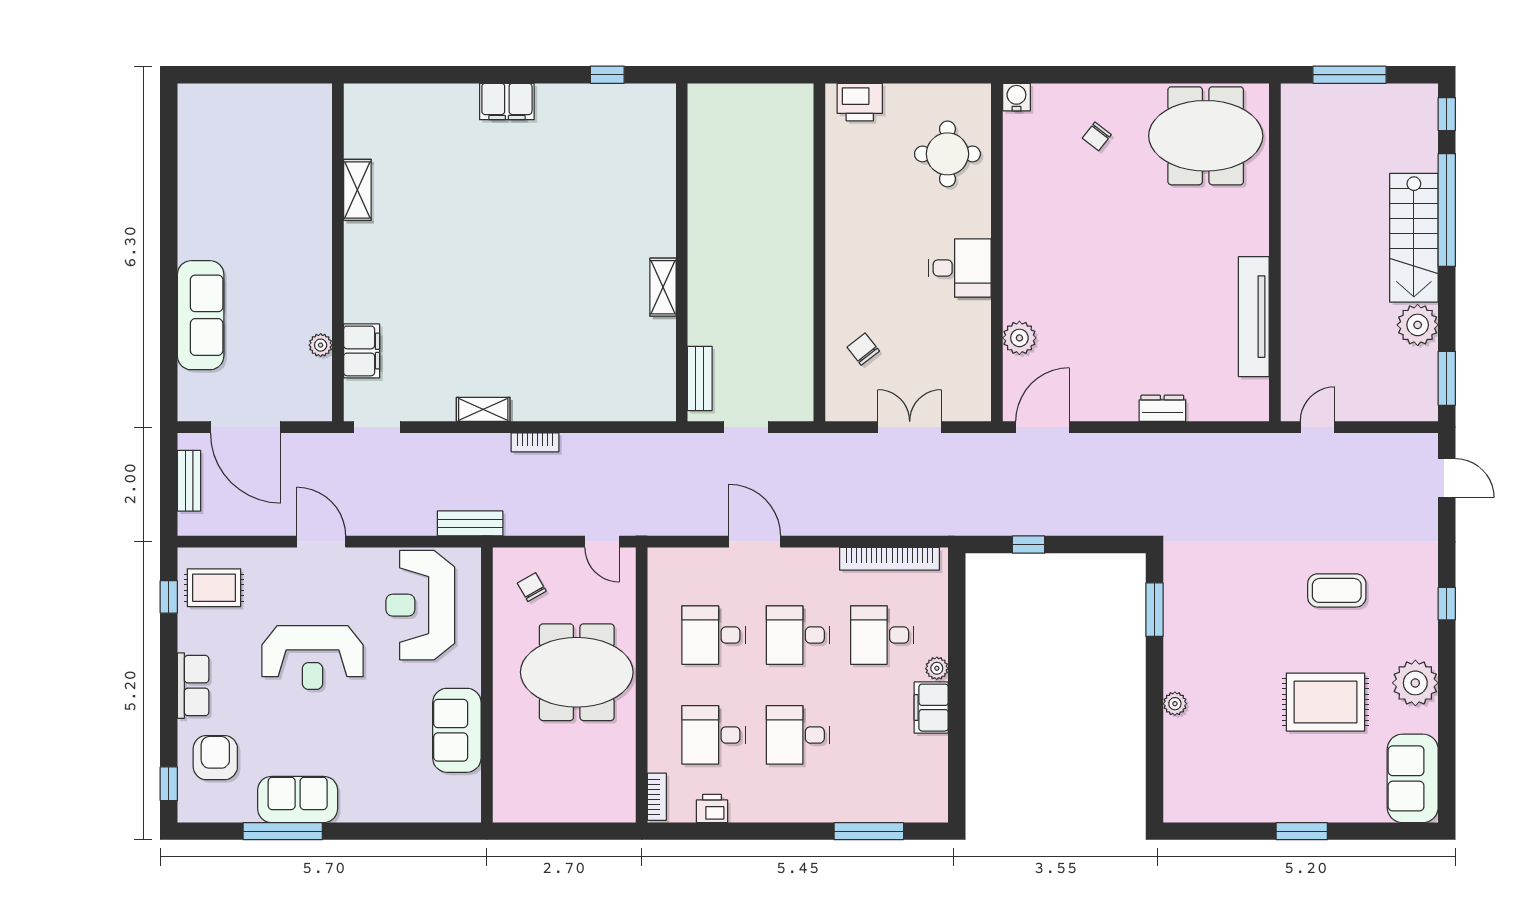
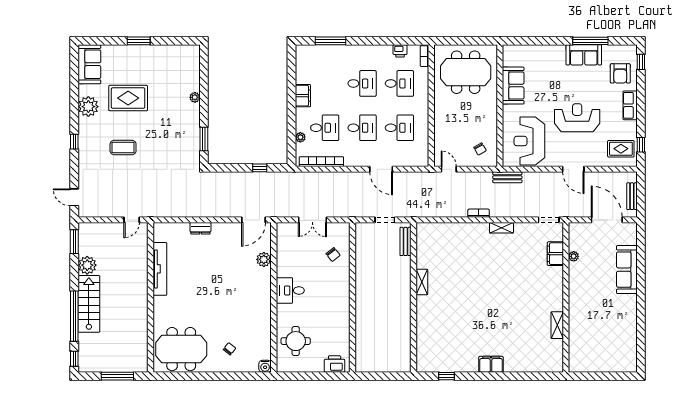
reception desk: (420, 605) -> (529, 141), turned 180
plant: (937, 668) -> (300, 137), moved
meeting table: (577, 672) -> (466, 72), moved

